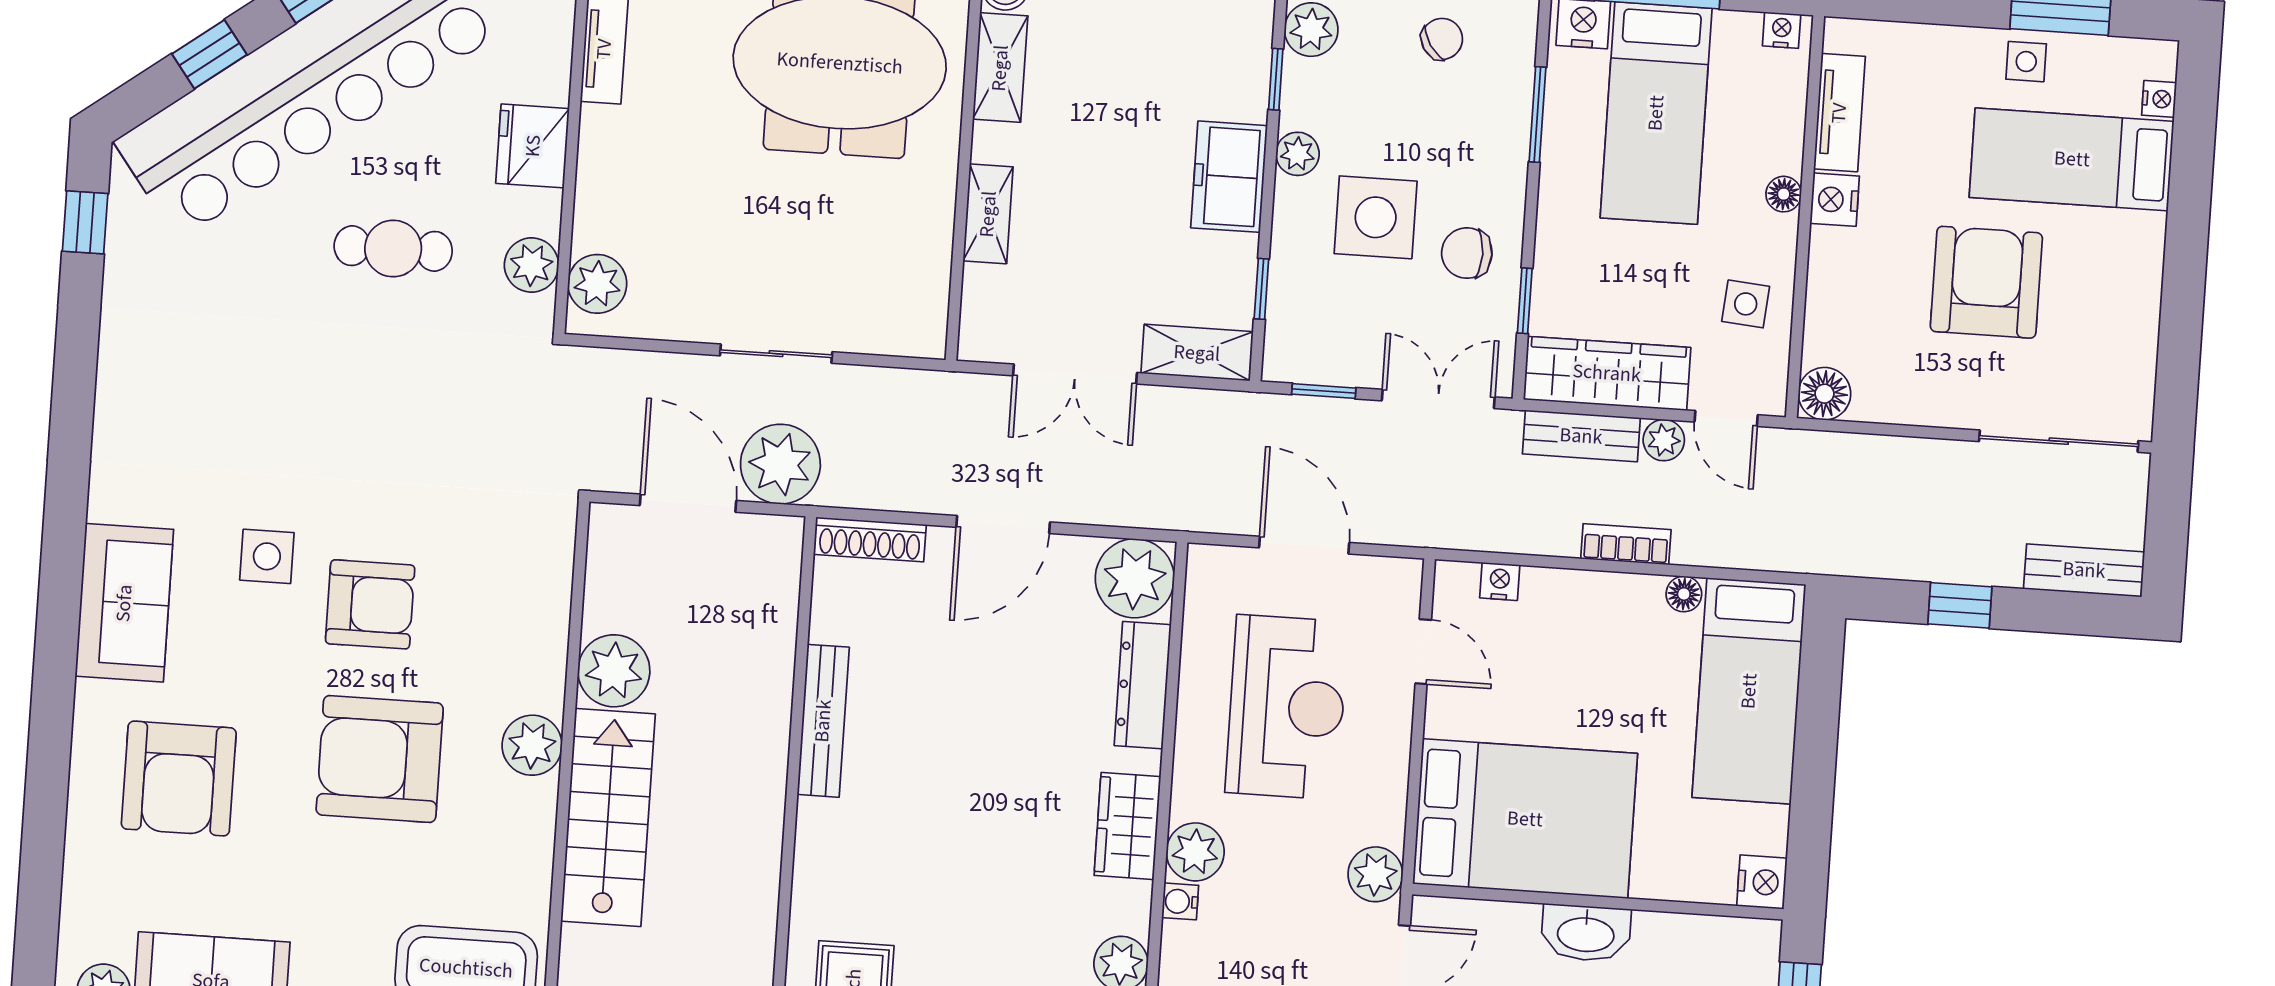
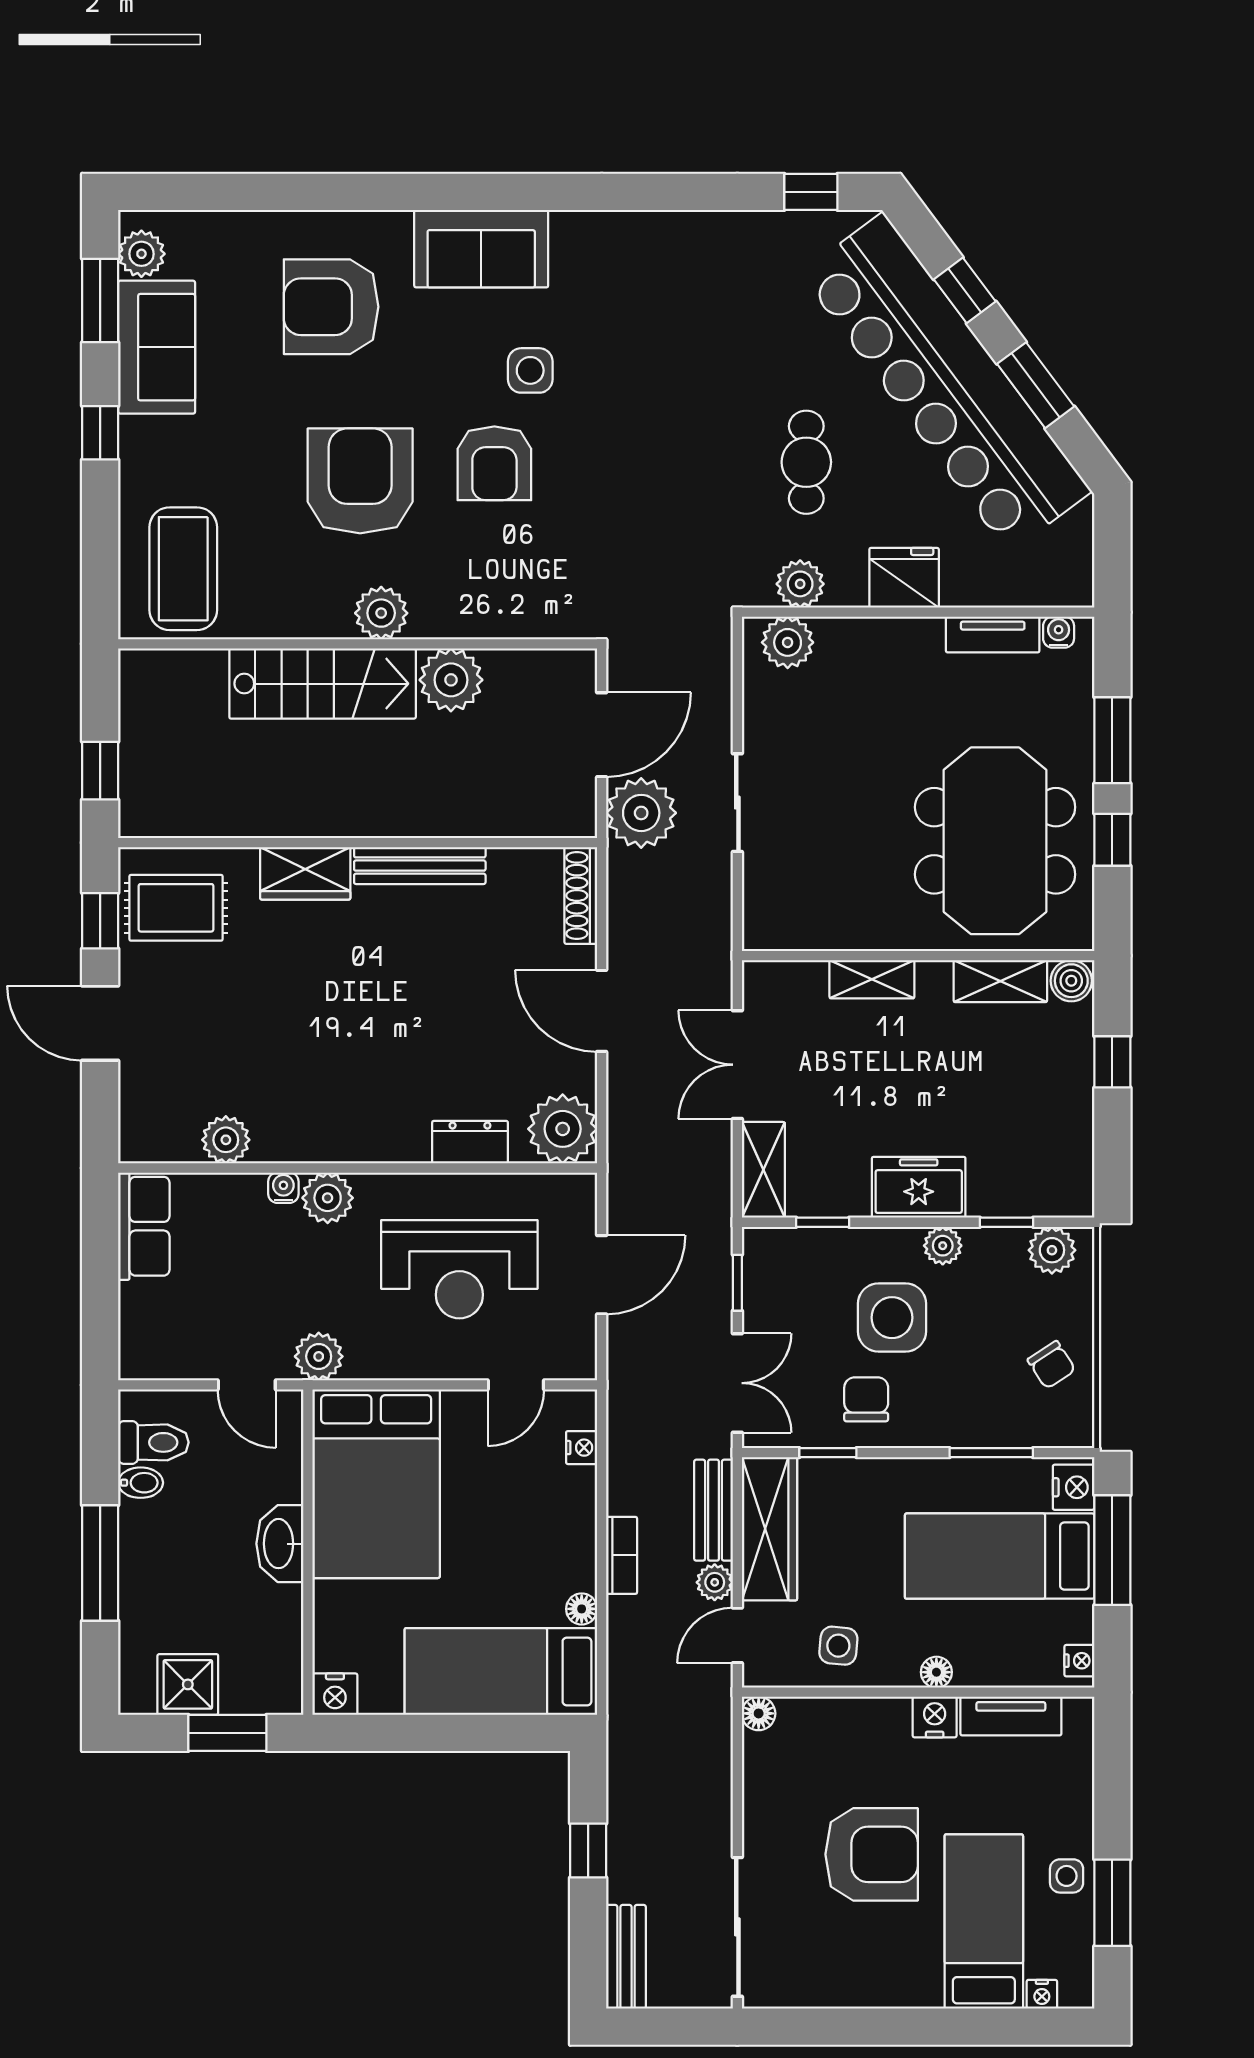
floor lamp: (1824, 394) -> (759, 1713), width x0.73, depth x0.73
dresser: (1143, 685) -> (470, 1142), width x0.70
wardrobe: (1127, 826) -> (305, 873), moved, turned 180

